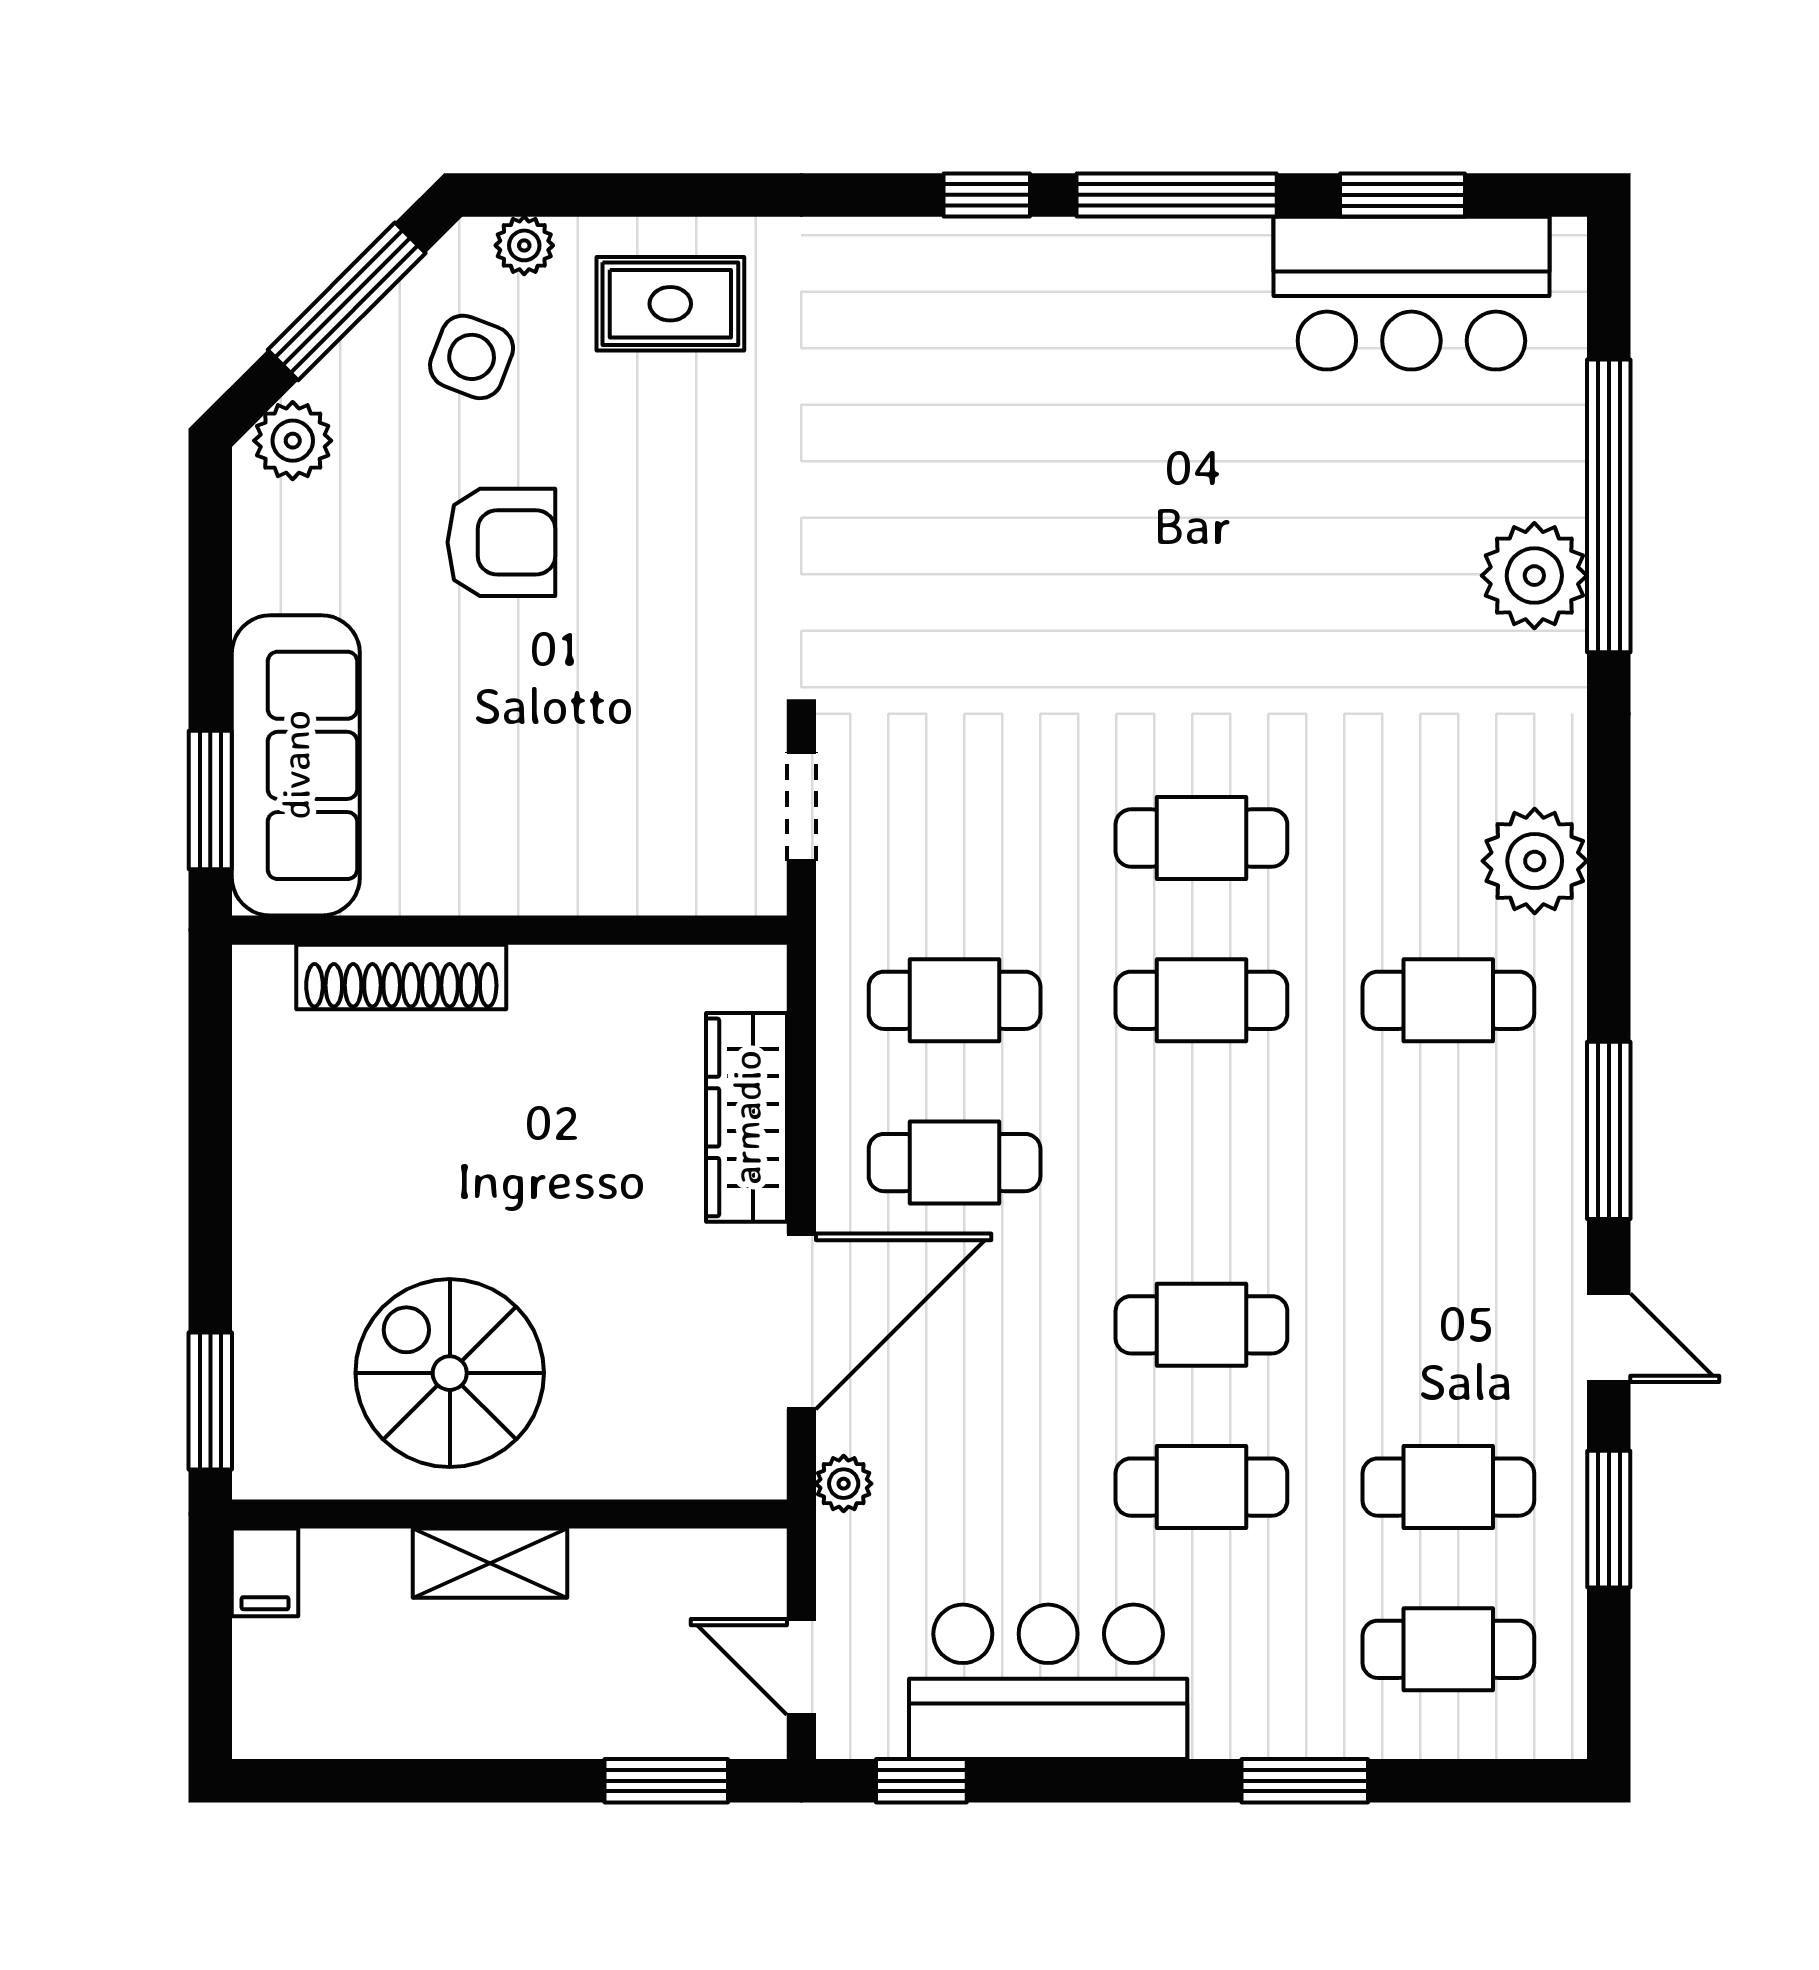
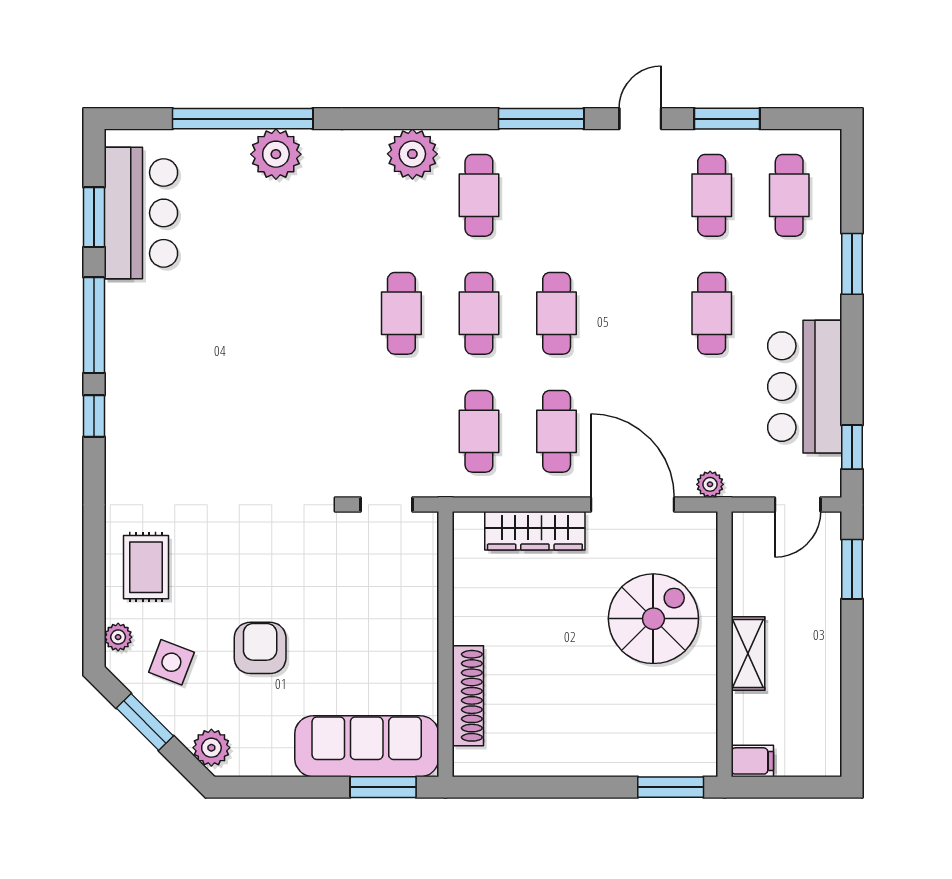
window: (347, 301) -> (145, 722), width x0.69
cafe table: (1201, 1325) -> (557, 313), moved
spiral stairs: (450, 1373) -> (653, 619), moved, turned 180

